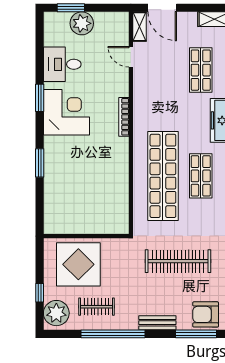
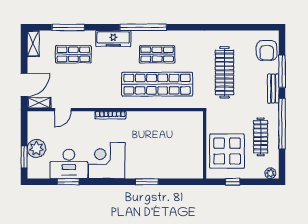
desk: (62, 64) -> (69, 164), width x1.37
window: (40, 98) -> (68, 182), moved
window: (40, 293) -> (233, 182), moved
clothes rail: (96, 307) -> (261, 137), width x1.36
plant: (56, 313) -> (270, 173), width x0.53, depth x0.53
window: (196, 334) -> (282, 71), moved

